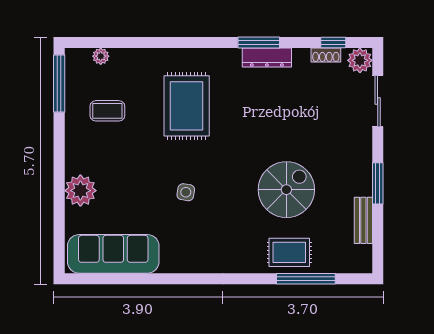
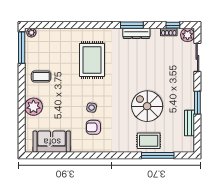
plant: (101, 56) -> (31, 33), moved
coffee table: (107, 111) -> (41, 76), moved
spiral stairs: (286, 190) -> (147, 106), turned -90
armchair: (189, 228) -> (93, 127), added
sofa: (113, 254) -> (52, 142), width x0.73

